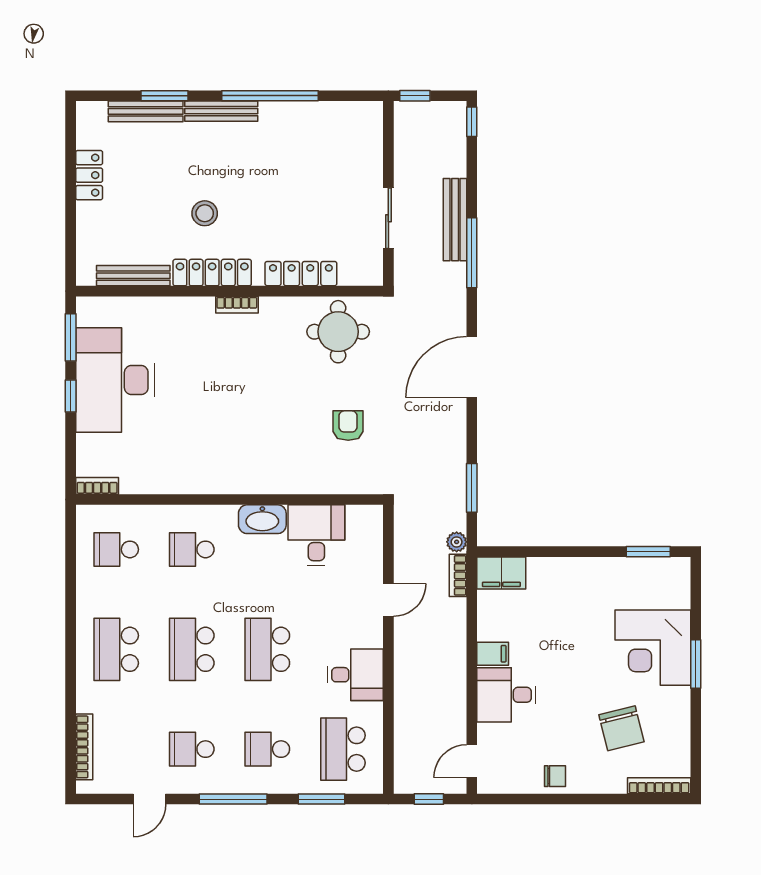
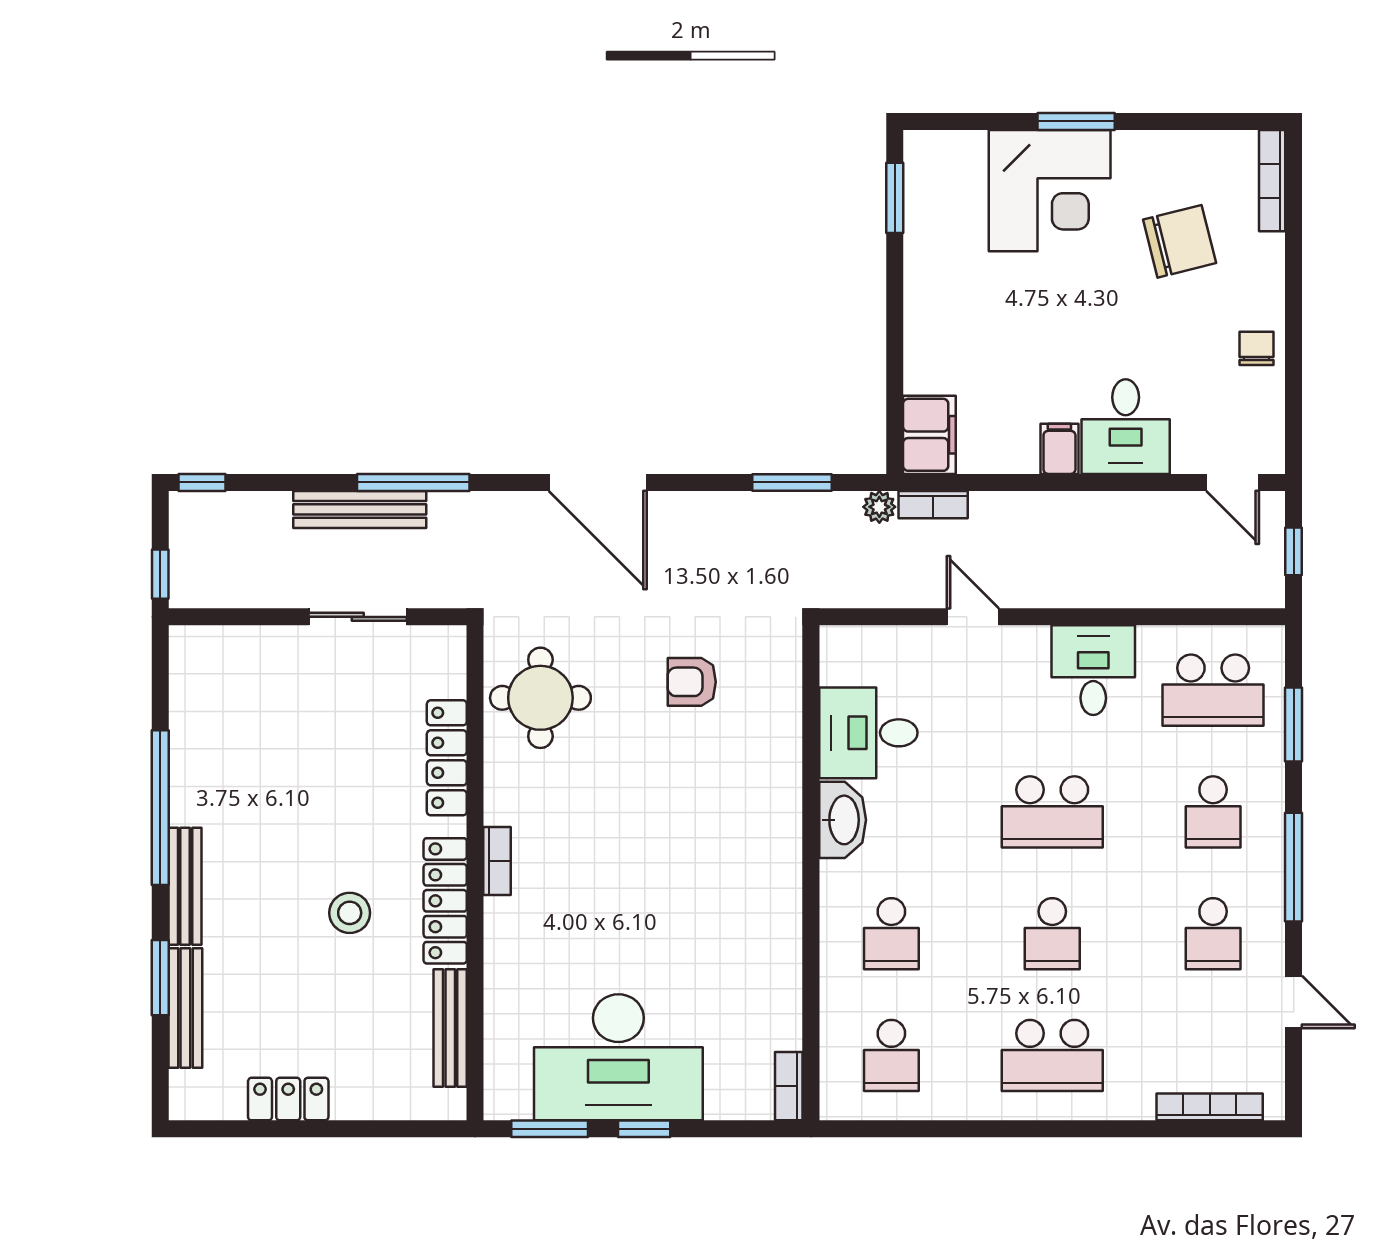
school desk: (192, 649) -> (1052, 934), width x0.54

